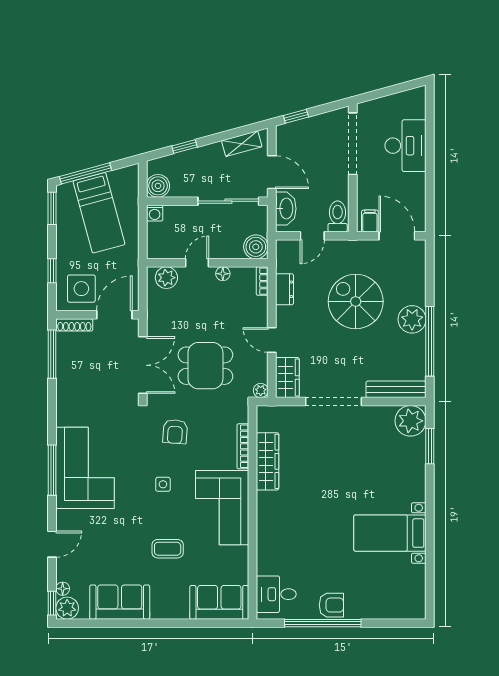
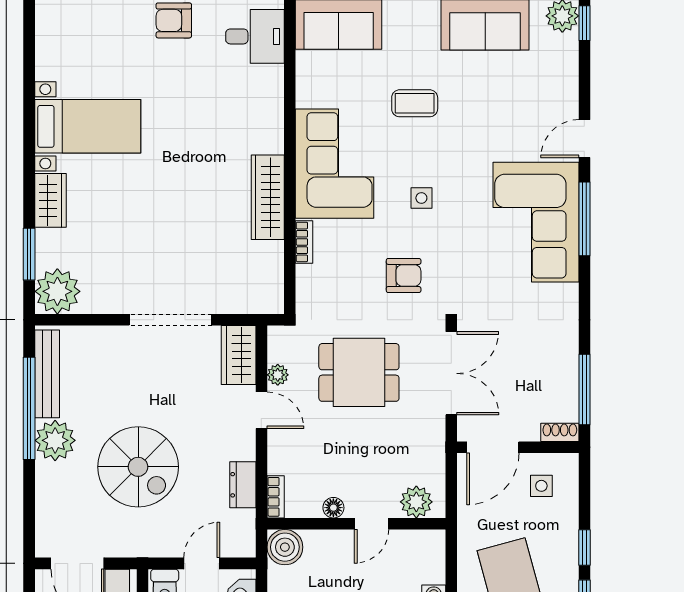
window: (52, 271) -> (584, 547), moved
side table: (81, 289) -> (541, 486), width x0.54, depth x0.54
shoe rack: (74, 325) -> (560, 432), width x0.70
double door: (143, 365) -> (451, 373), swing flipped
bench: (396, 389) -> (47, 374), moved, turned 90
plant: (261, 390) -> (278, 375), moved
armchair: (175, 432) -> (404, 275), turned 86
bookcase: (243, 446) -> (304, 242), width x0.64
wardrobe: (267, 461) -> (268, 197), moved
wardrobe: (415, 483) -> (50, 200), added
door: (52, 544) -> (584, 139), moved
floor lamp: (63, 589) -> (569, 45), removed

